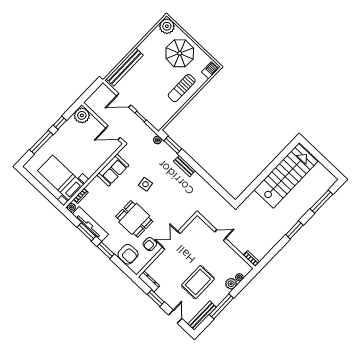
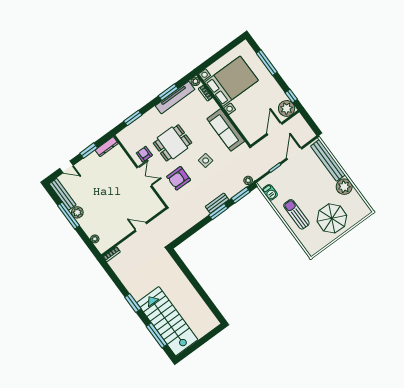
plant: (167, 26) -> (344, 187), moved
barbecue: (210, 70) -> (270, 192), moved
window: (60, 123) -> (291, 96), moved
door: (113, 133) -> (274, 129), moved
window: (192, 163) -> (218, 212), added
sofa: (113, 170) -> (226, 130), width x1.36
stairs: (286, 176) -> (167, 321), moved, turned 180
bed with nightstands: (61, 178) -> (231, 81), width x1.36
door: (220, 235) -> (141, 227), swing flipped
window: (106, 250) -> (133, 118), moved
armchair: (128, 254) -> (179, 178), moved
rug: (198, 282) -> (97, 196), removed
plant: (231, 284) -> (77, 212), moved

